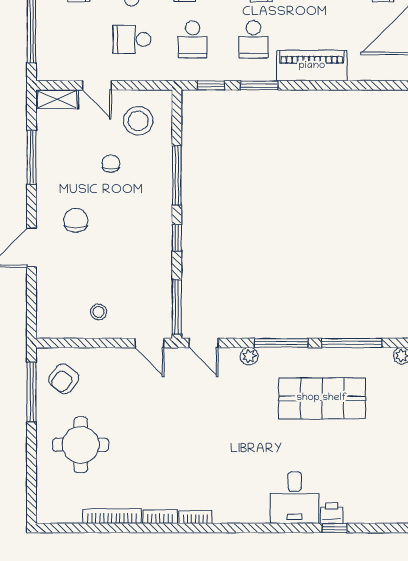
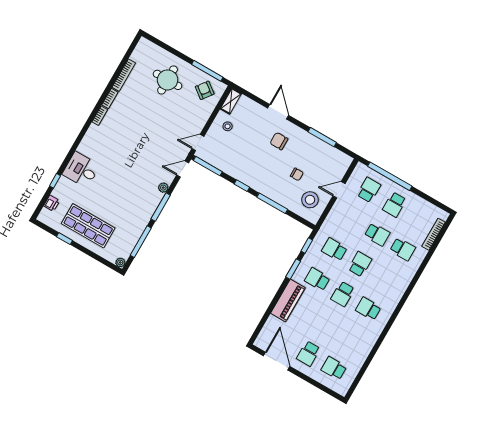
school desk: (132, 39) -> (369, 190), moved
shelving: (57, 99) -> (231, 101), moved
chair: (76, 220) -> (279, 141), turned 180
shop shelf: (322, 398) -> (88, 226), moved, turned 90
printer: (332, 513) -> (52, 203), moved

